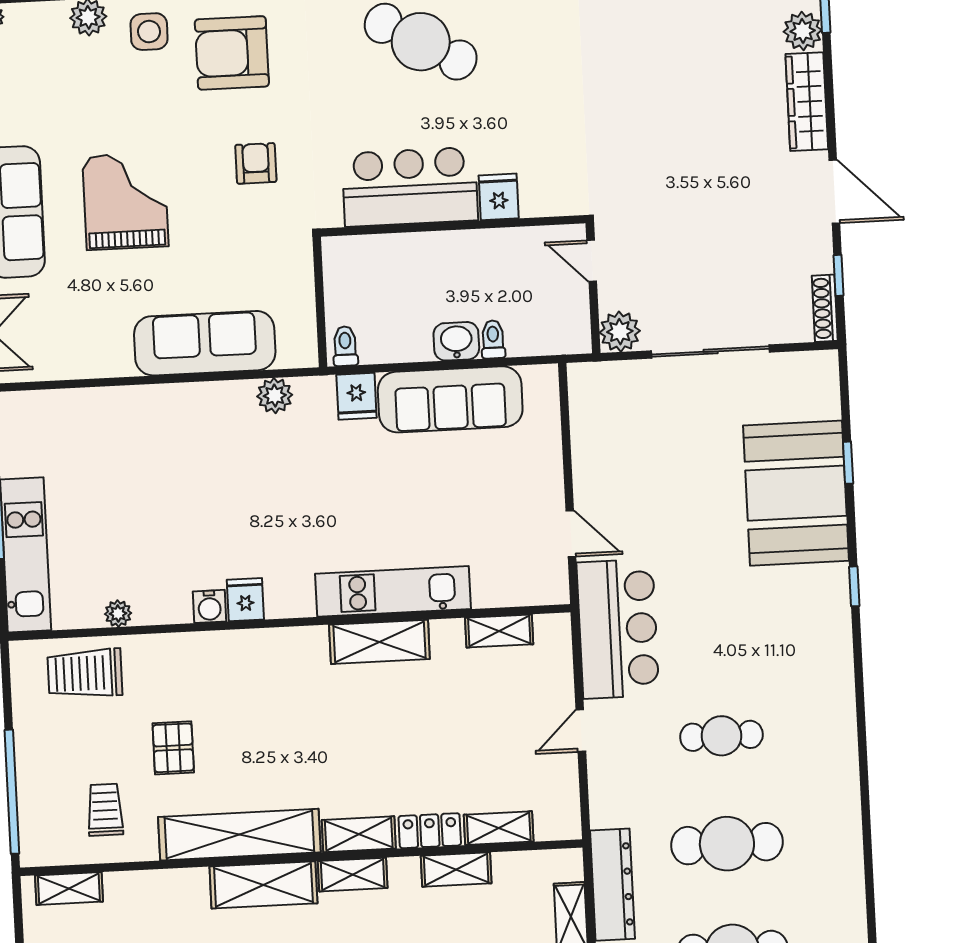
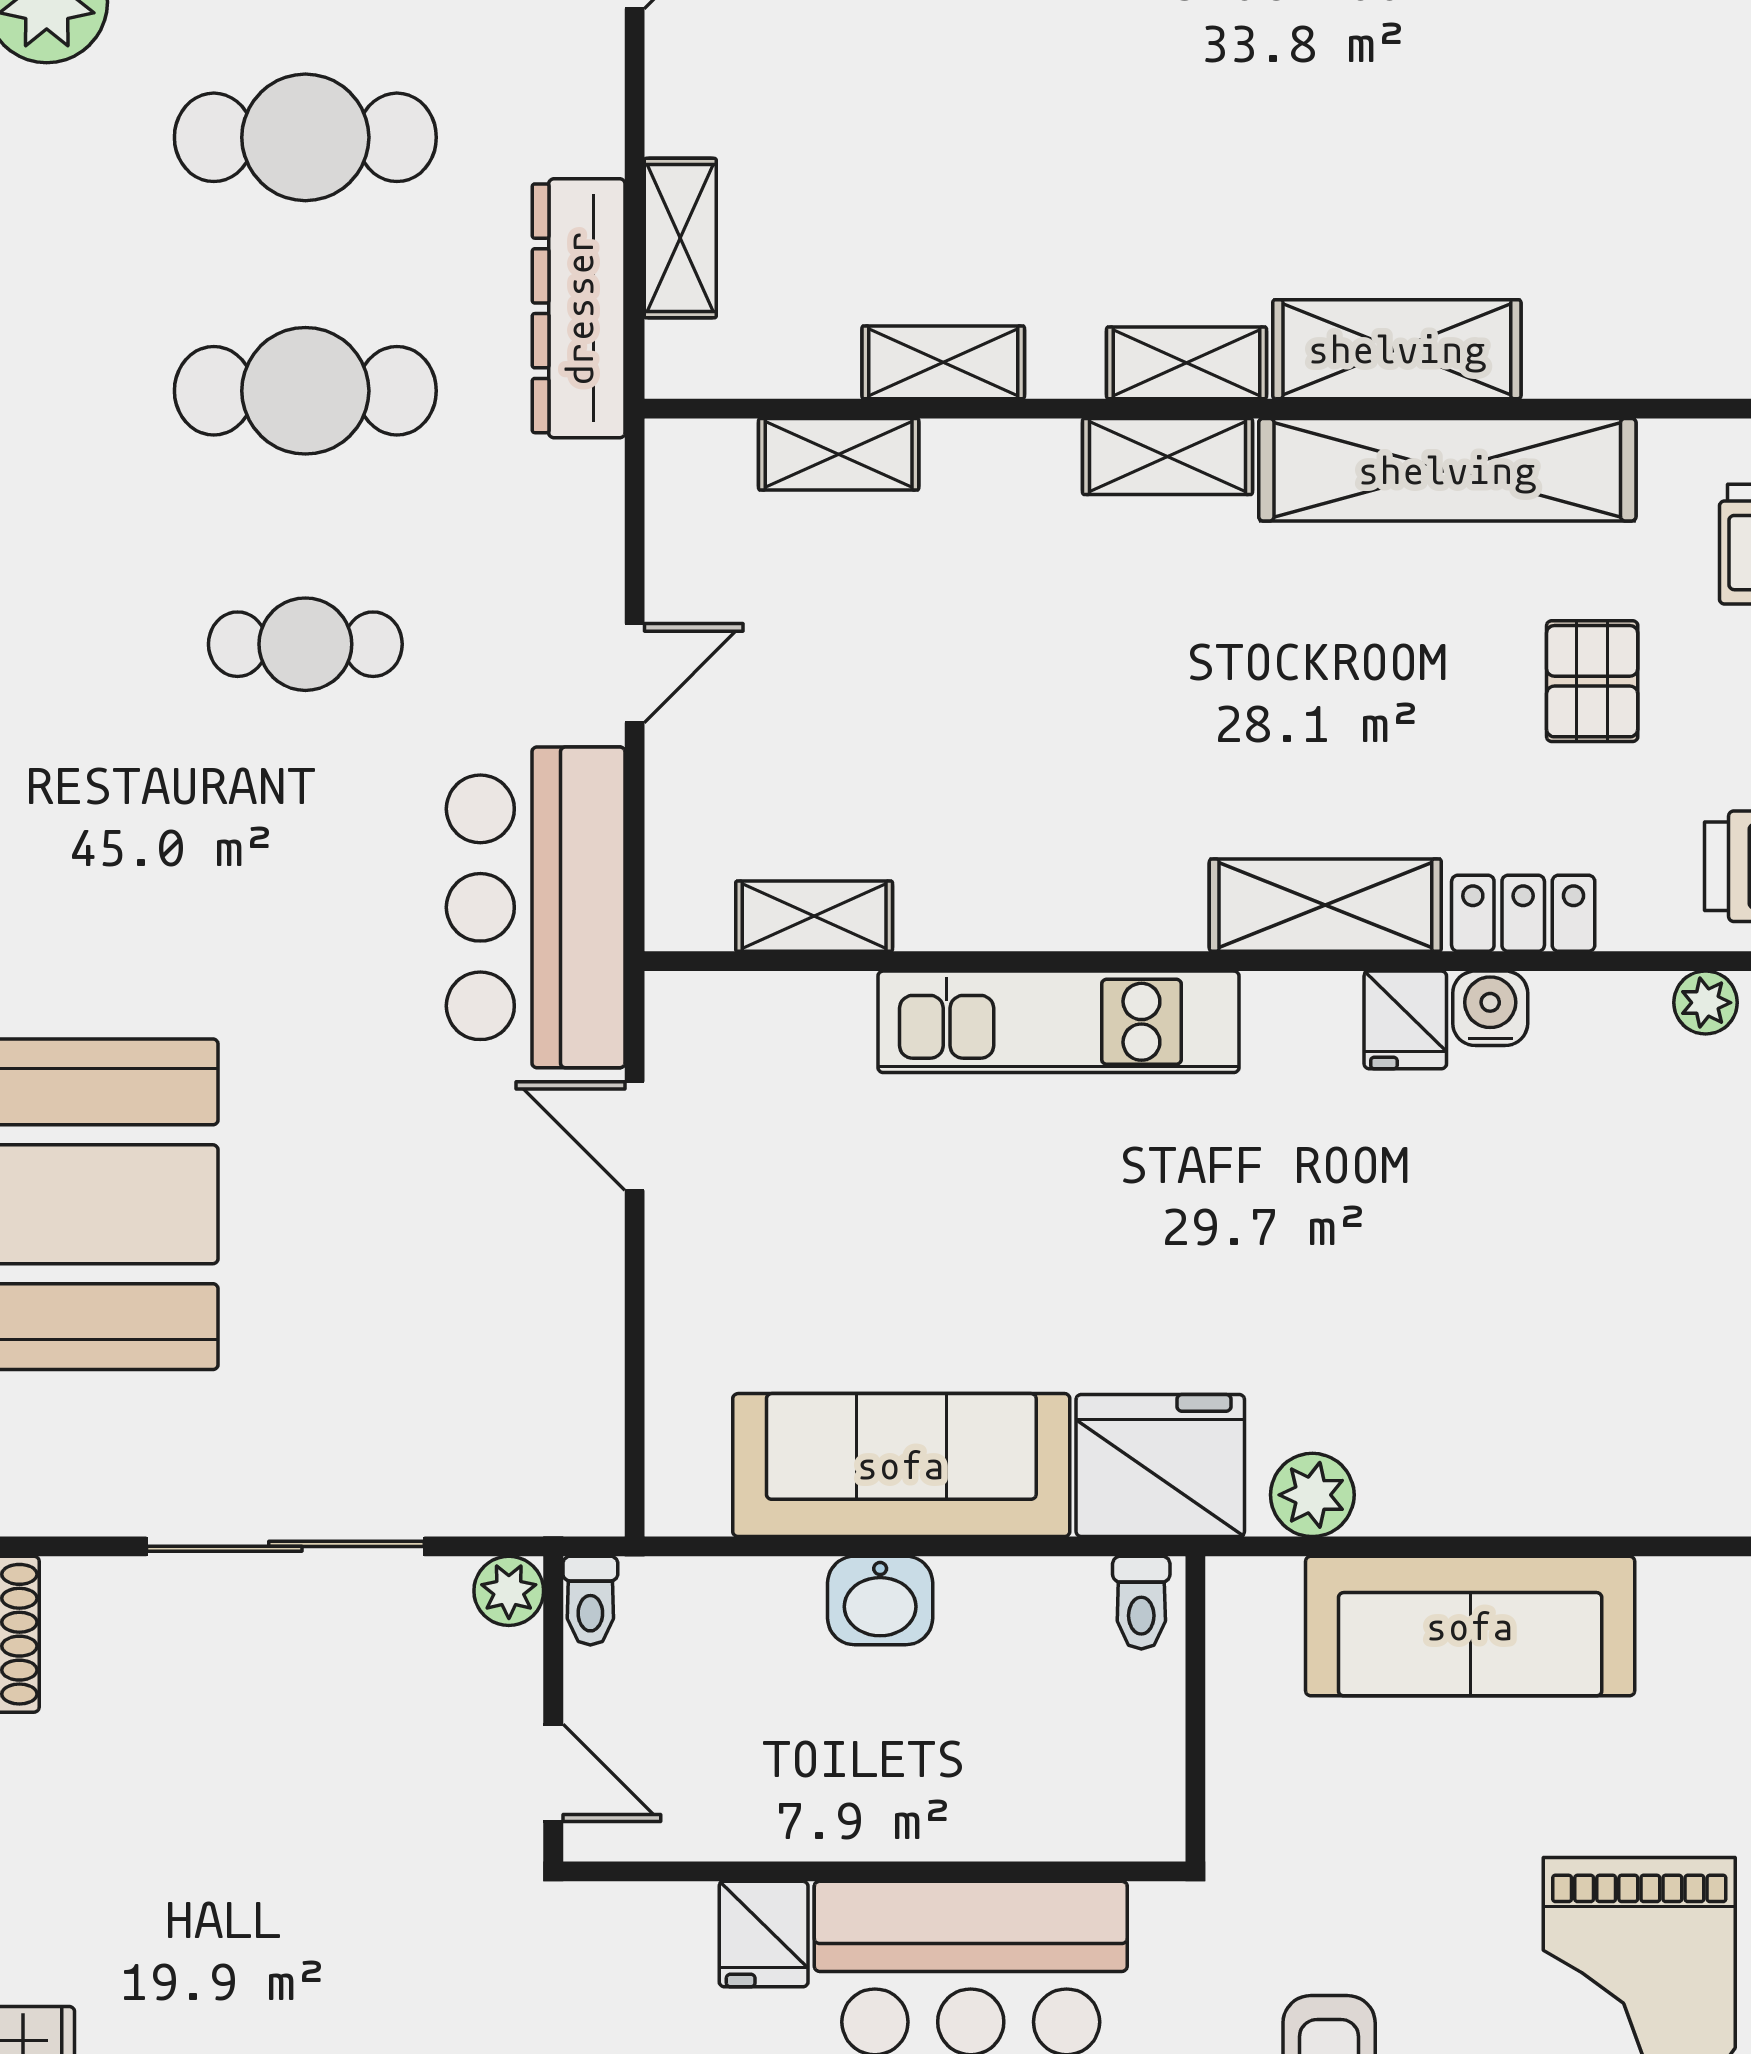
plant: (620, 332) -> (509, 1591), width x0.73, depth x0.73
toilet: (493, 339) -> (590, 1601), moved
fridge: (356, 396) -> (1160, 1465), width x1.88, depth x1.34
shelving: (379, 642) -> (1325, 905), moved
locker: (430, 831) -> (1523, 913), moved, turned 180

